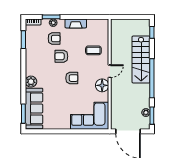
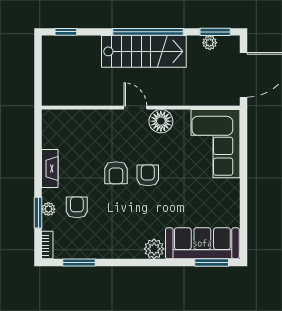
coffee table: (93, 50) -> (98, 137), removed
armchair: (61, 56) -> (116, 173), moved
stairs: (141, 59) -> (144, 51), moved

